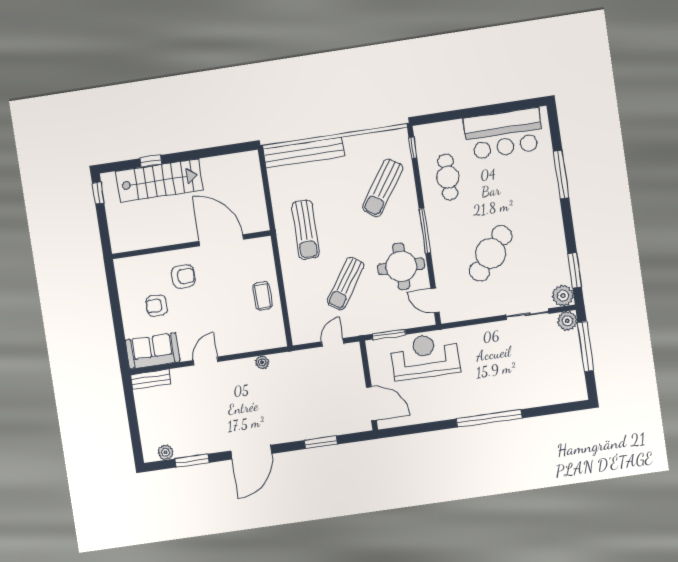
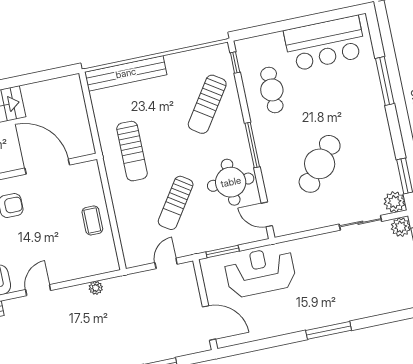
window: (489, 418) -> (329, 330), width x0.68

